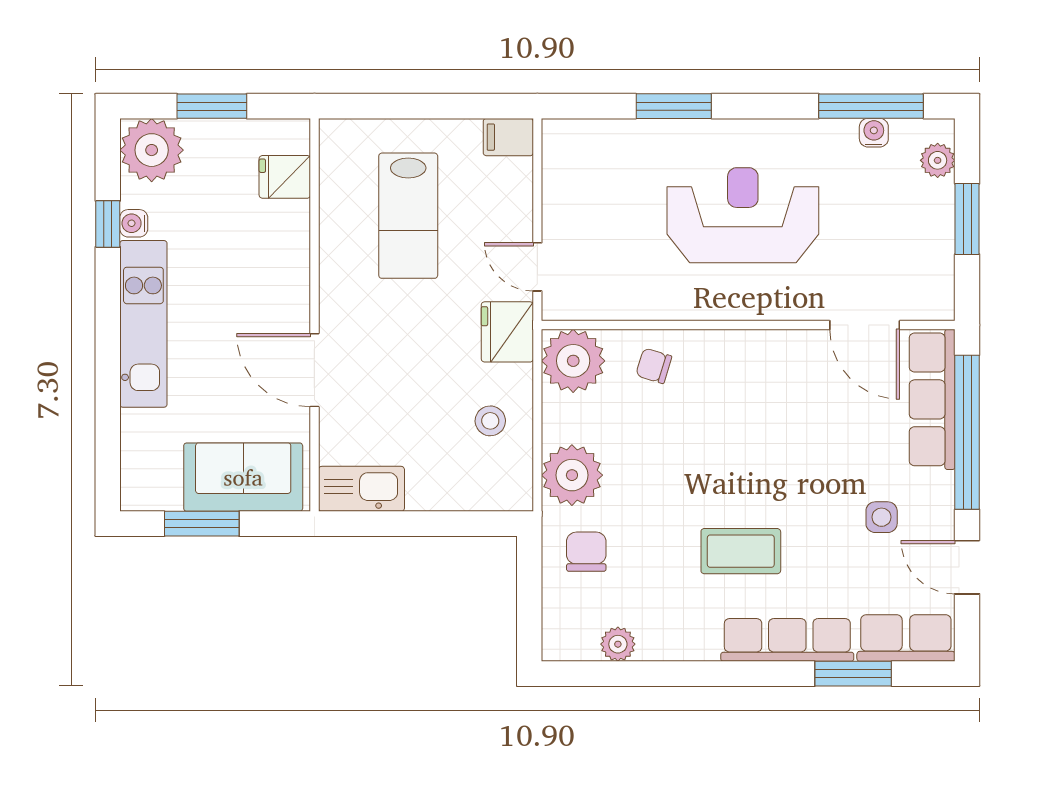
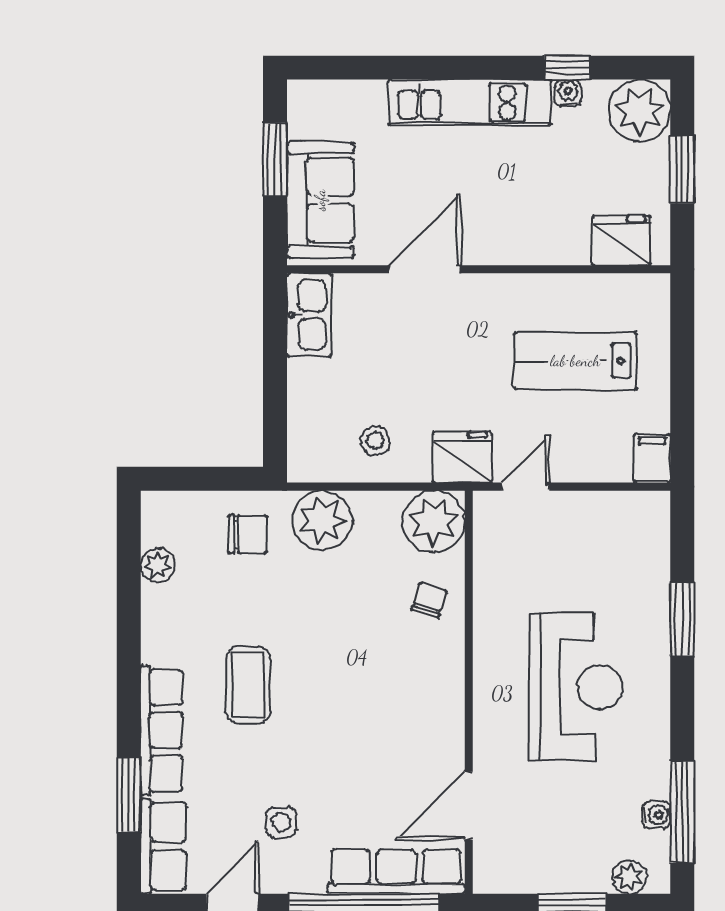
fridge: (285, 177) -> (621, 240), width x1.38

